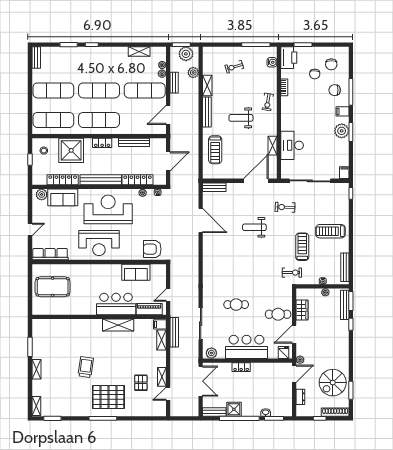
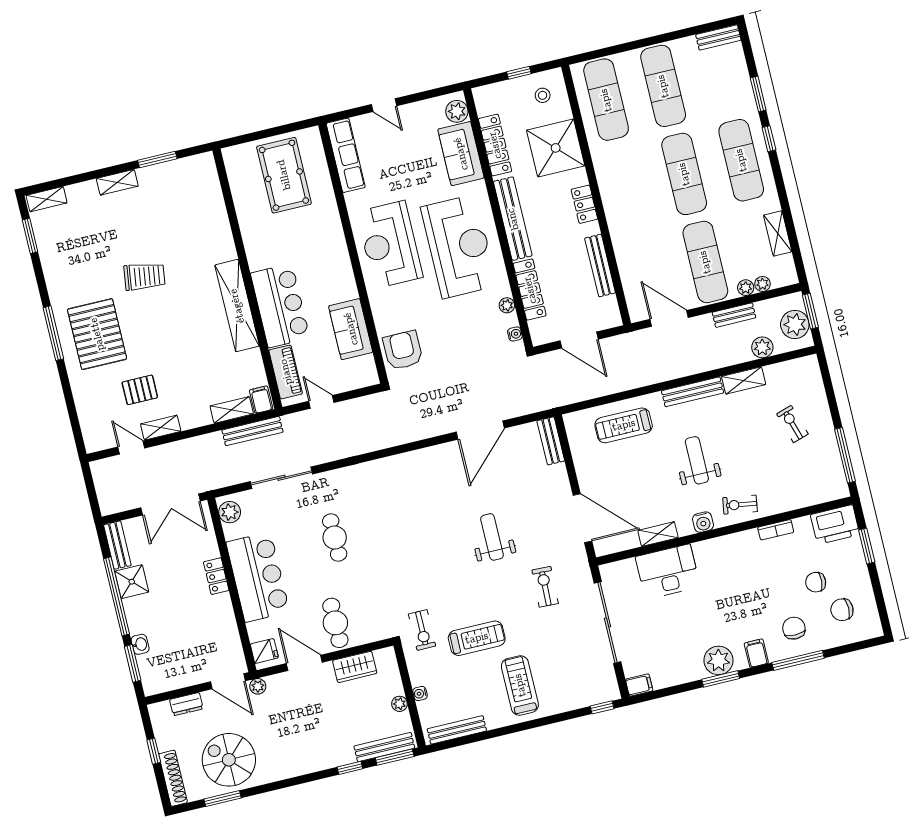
water cooler: (272, 62) -> (703, 522), moved
exercise mat: (99, 120) -> (741, 160), moved
shelving: (118, 325) -> (237, 306), width x1.47

